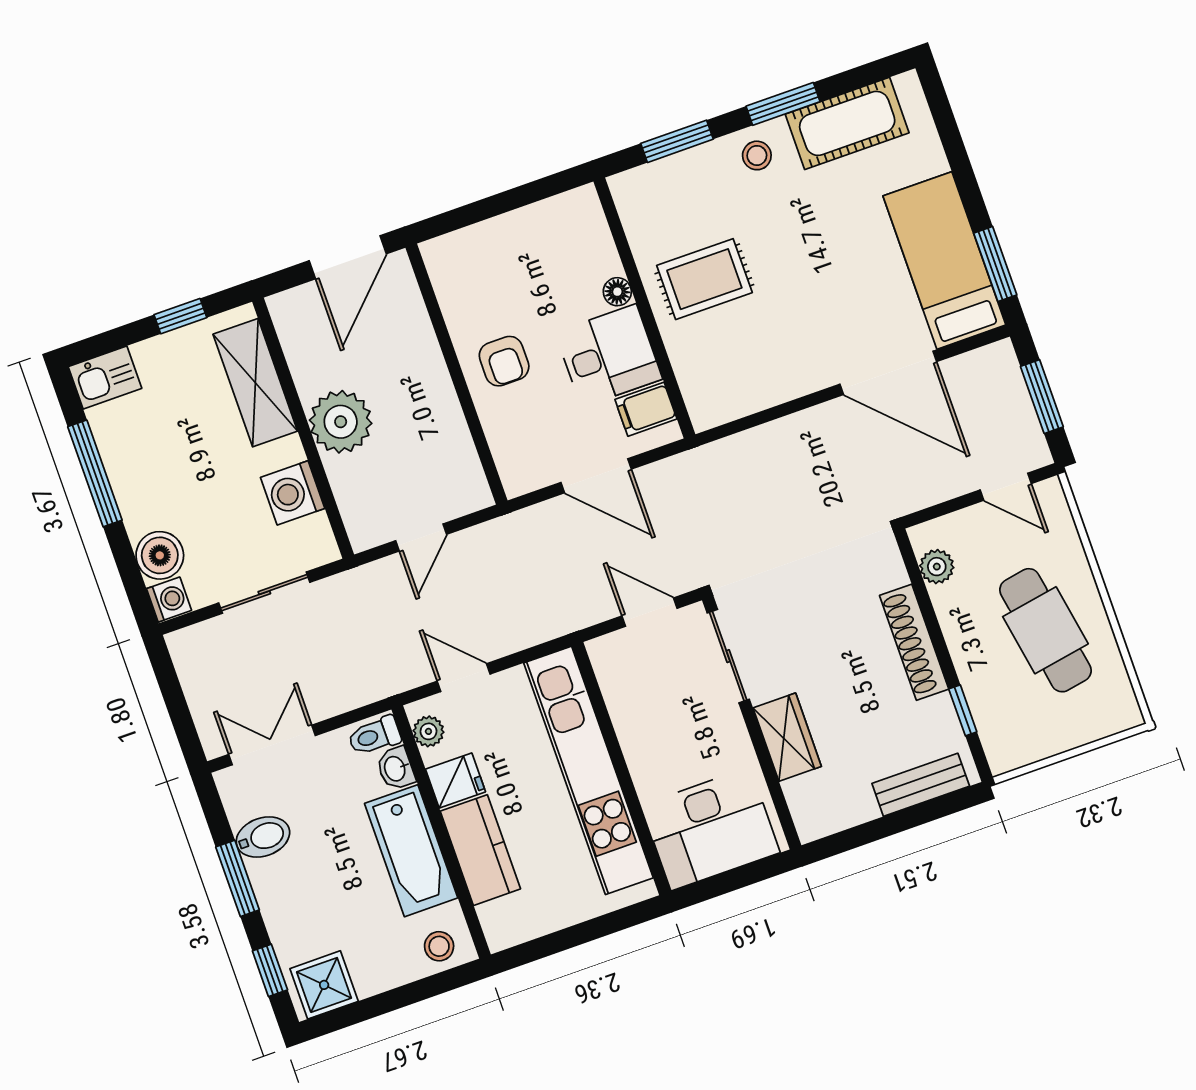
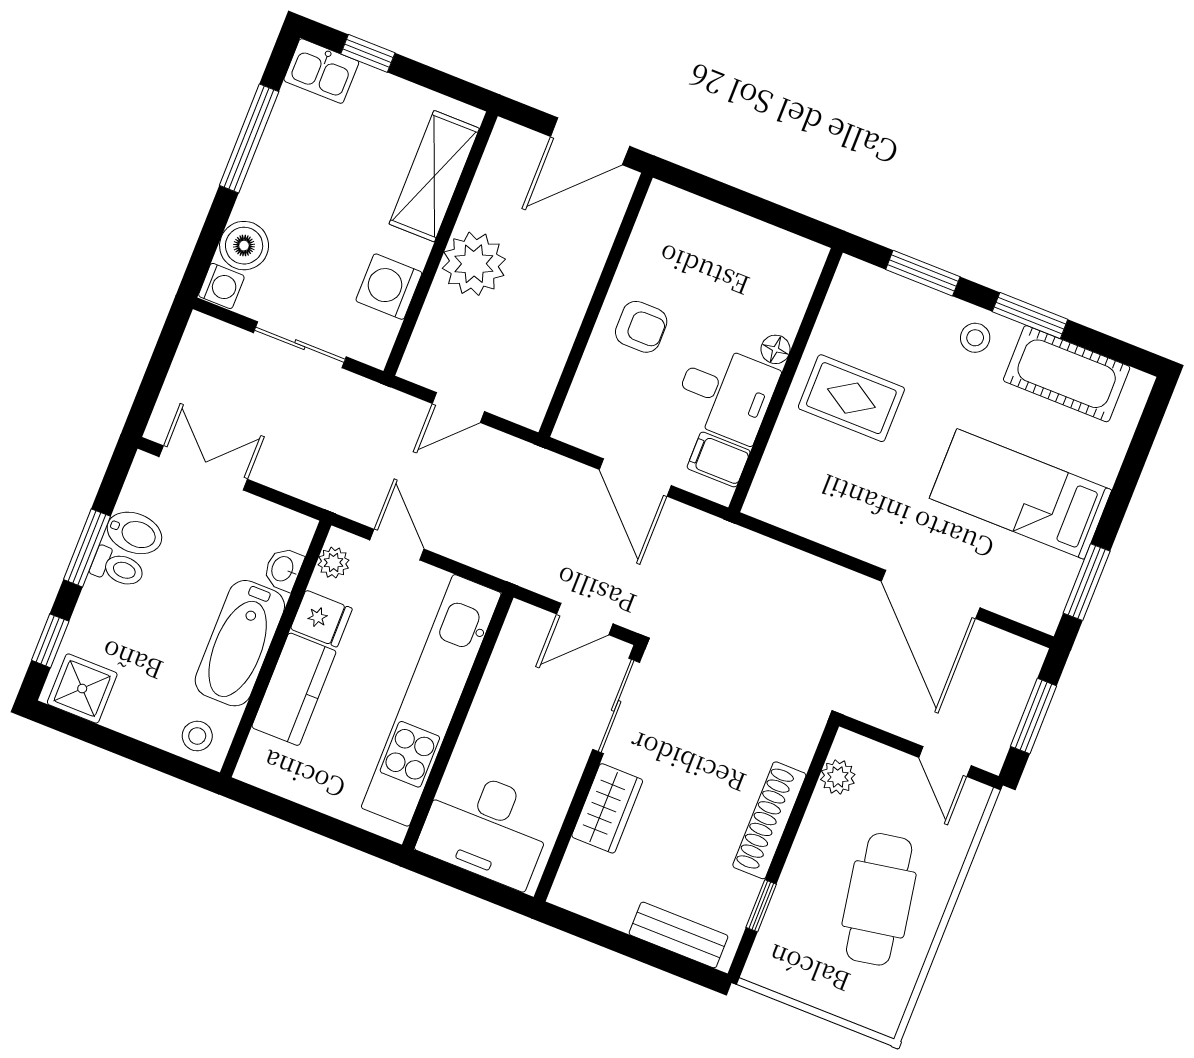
bed: (944, 260) -> (1021, 494), moved, turned -90
window: (180, 316) -> (368, 53), moved
armchair: (504, 361) -> (641, 327), turned -90
door: (649, 612) -> (585, 619), swing flipped
toilet: (374, 736) -> (118, 568), moved, turned 180

